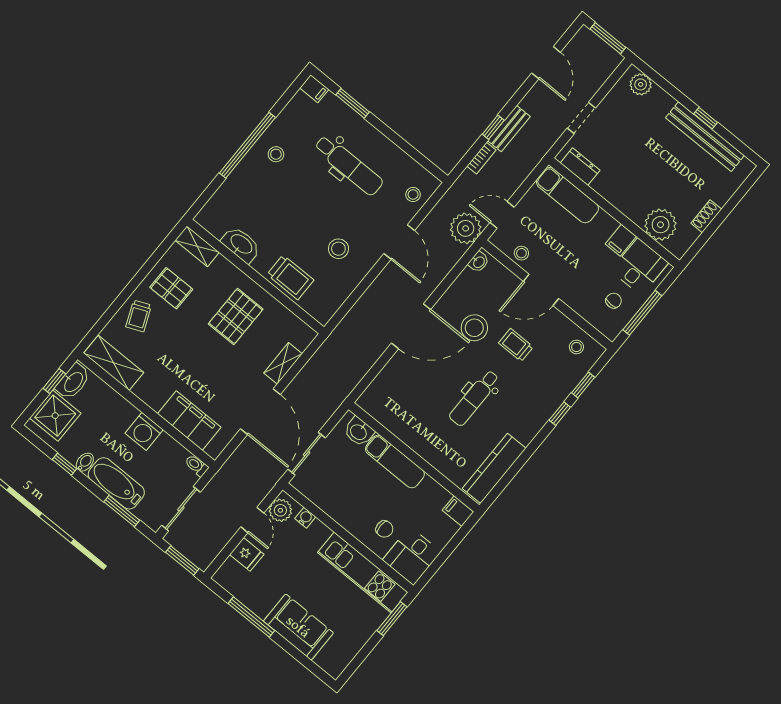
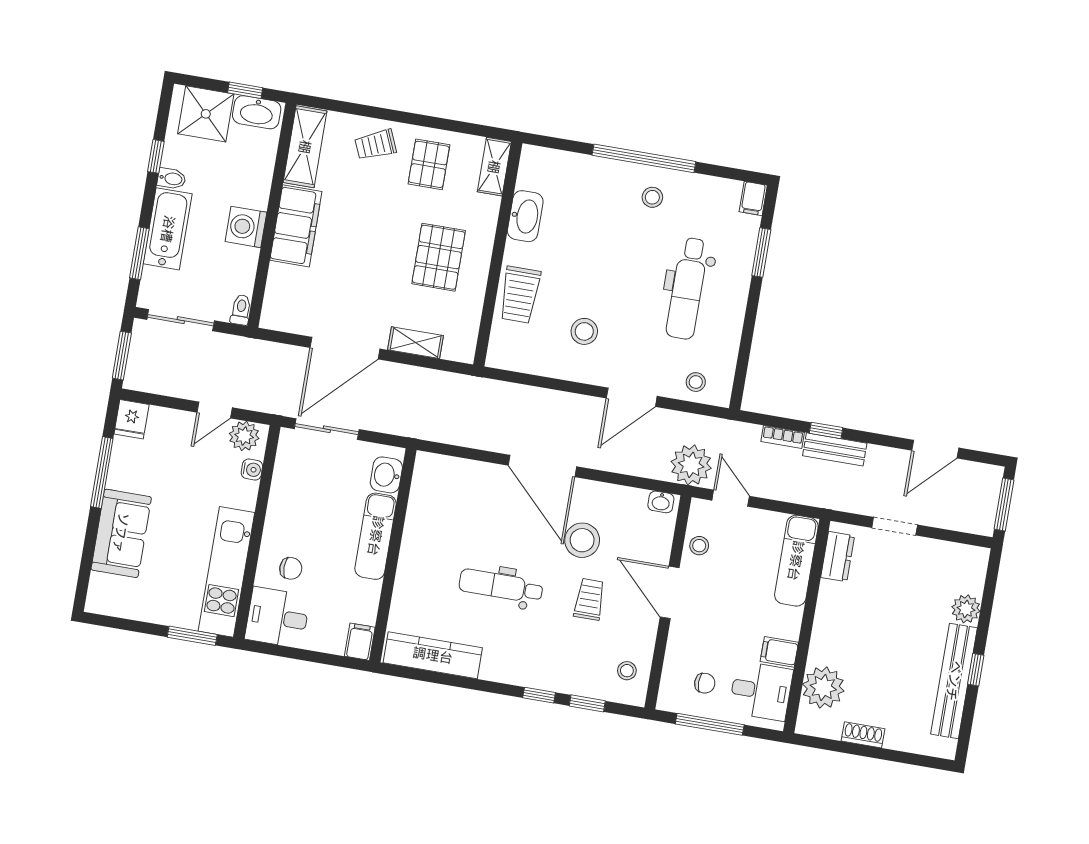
plant: (641, 84) -> (966, 609), moved
pallet: (236, 316) -> (439, 257), turned 90
filing cabinet: (189, 420) -> (296, 226), moved
chair: (384, 529) -> (291, 568), turned -90
fridge: (247, 554) -> (132, 419), moved

